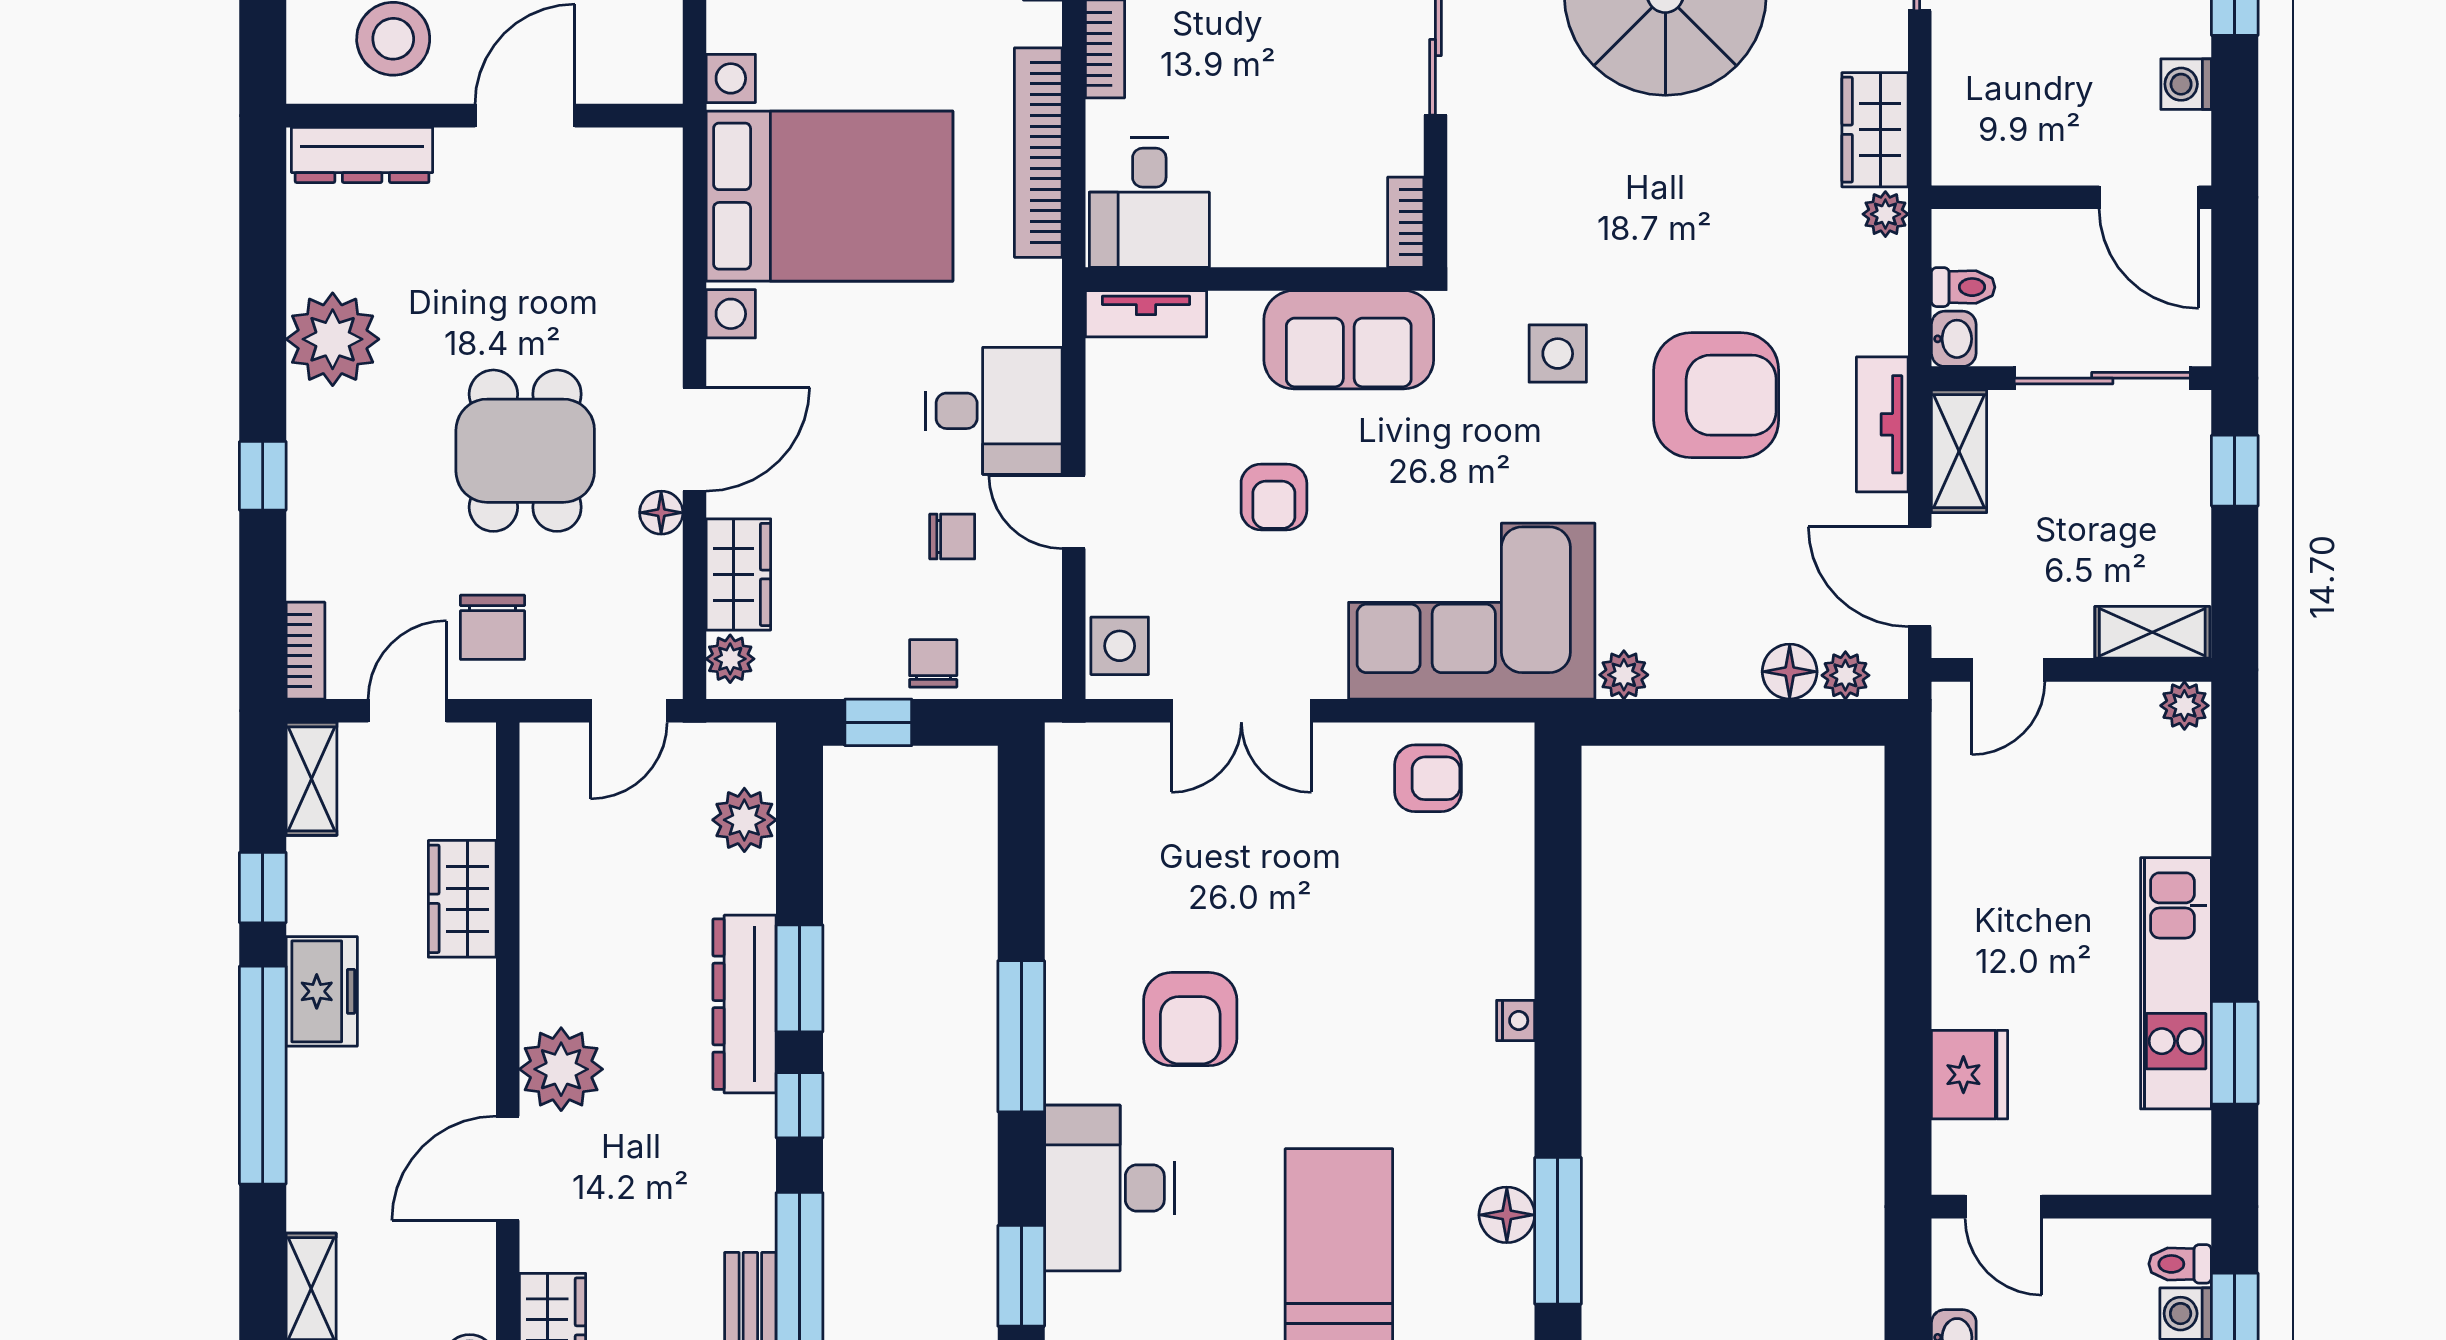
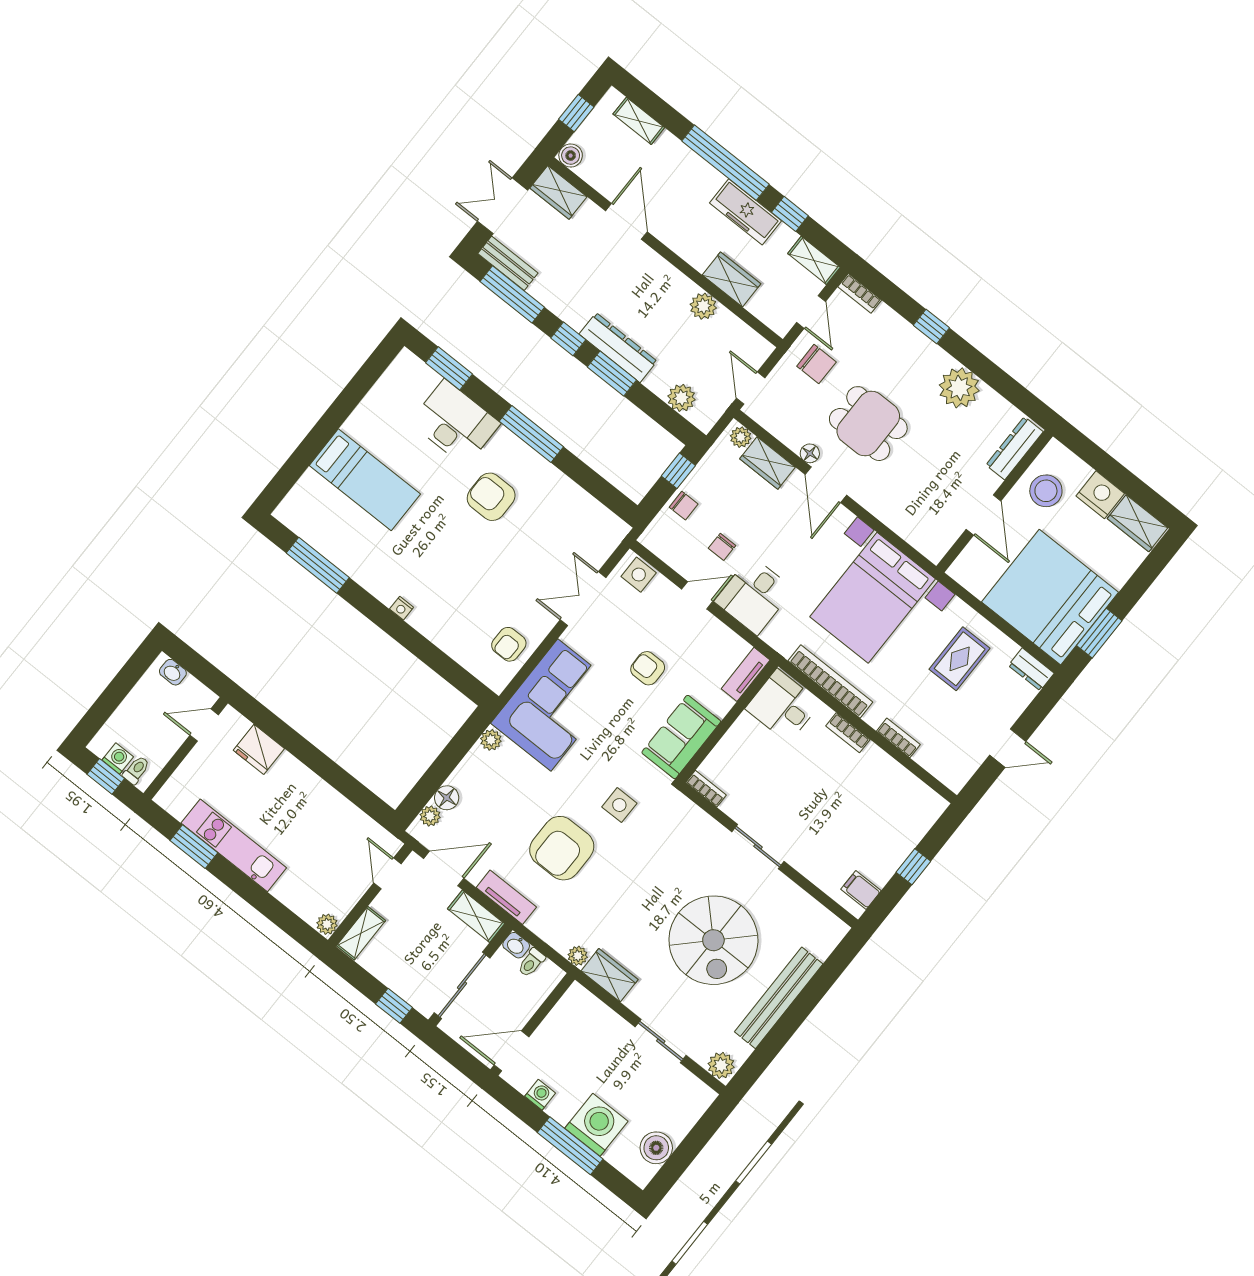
chair: (493, 627) -> (816, 364), turned 180
freezer: (322, 991) -> (746, 212), width x1.40
plant: (561, 1069) -> (703, 306), moved, width x0.73, depth x0.73
floor lamp: (1507, 1215) -> (337, 552), removed

